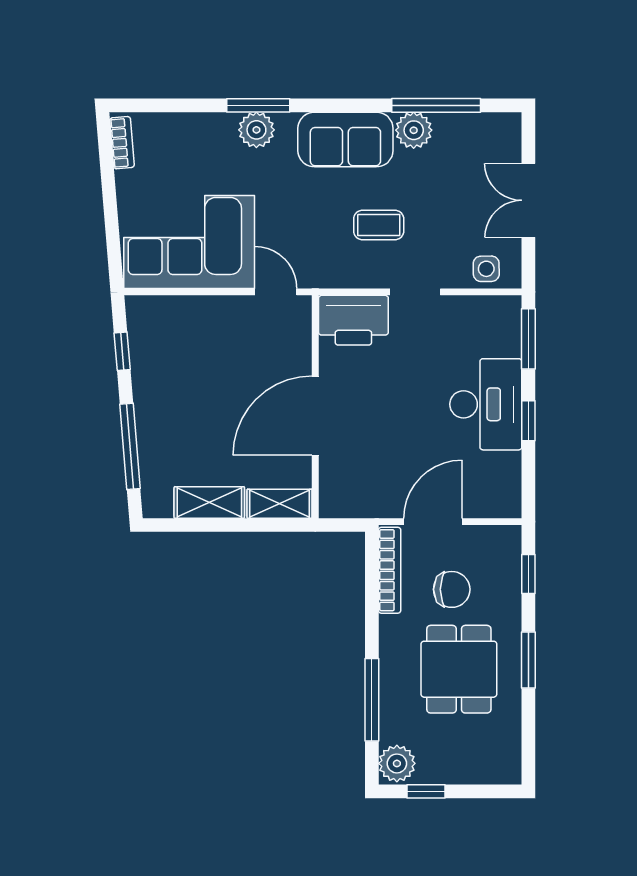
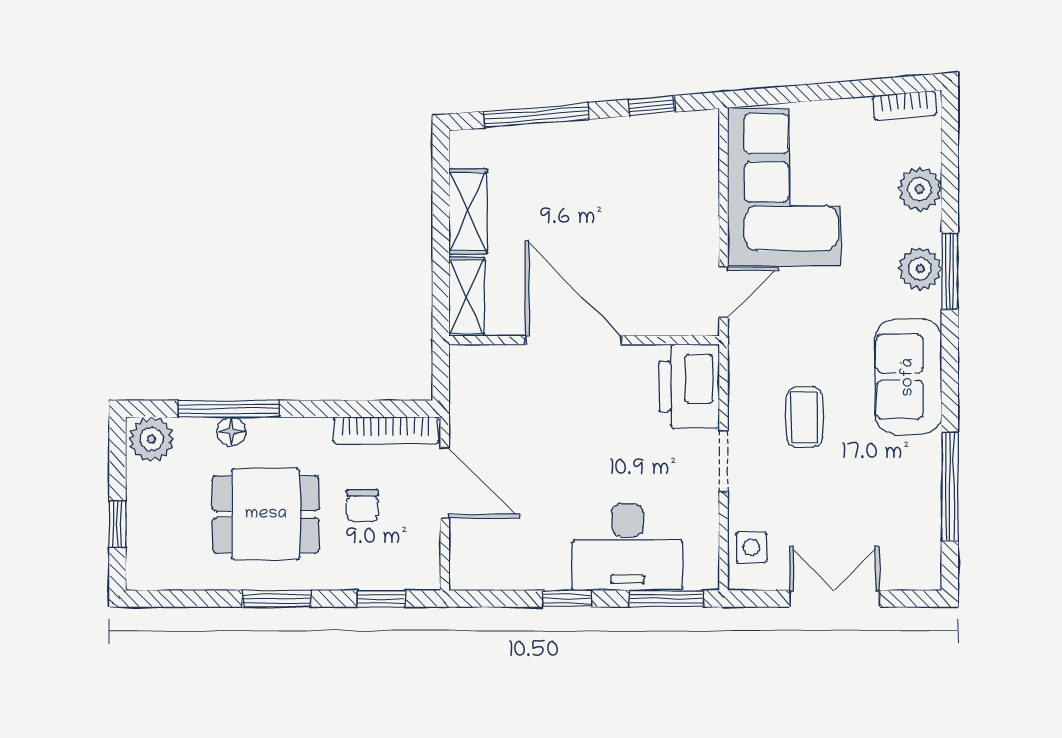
plant: (414, 130) -> (920, 189), moved
desk: (486, 404) -> (627, 547), moved
chair: (452, 589) -> (363, 506), width x0.73, depth x0.73
floor lamp: (390, 697) -> (232, 431), added
window: (426, 791) -> (118, 524), moved

